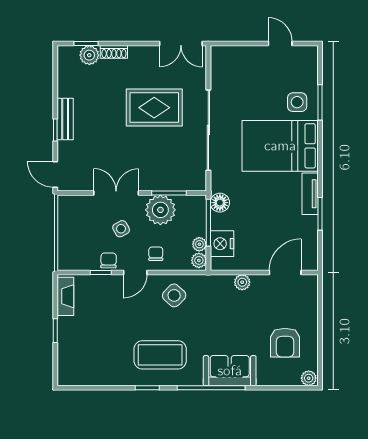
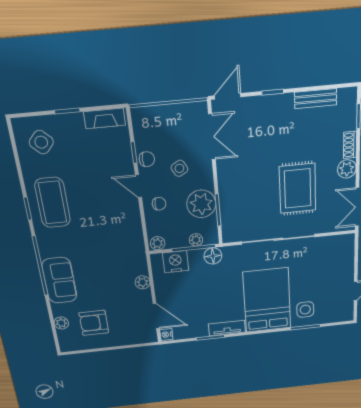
plant: (89, 55) -> (347, 169), moved
bench: (65, 119) -> (316, 99), moved
double door: (116, 193) -> (212, 137), moved
plant: (199, 244) -> (196, 240), moved
nightstand: (310, 264) -> (166, 335), added
side table: (174, 295) -> (41, 142), moved
coffee table: (160, 355) -> (53, 203), moved
plant: (309, 378) -> (61, 323), moved

